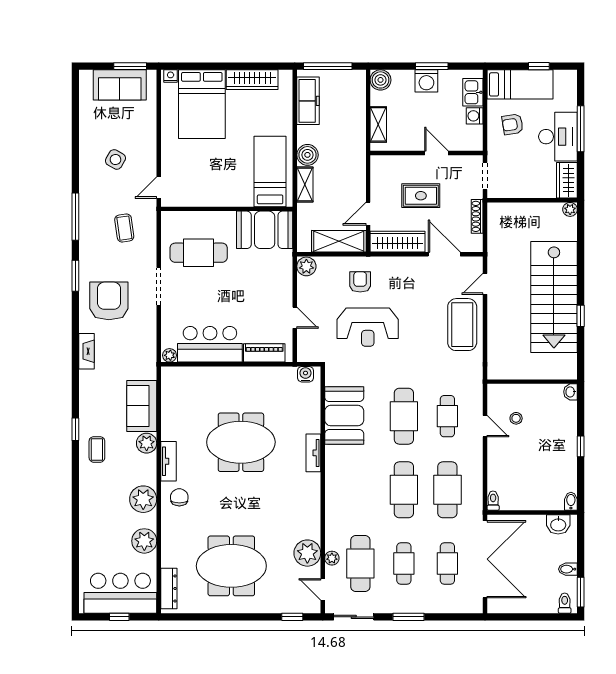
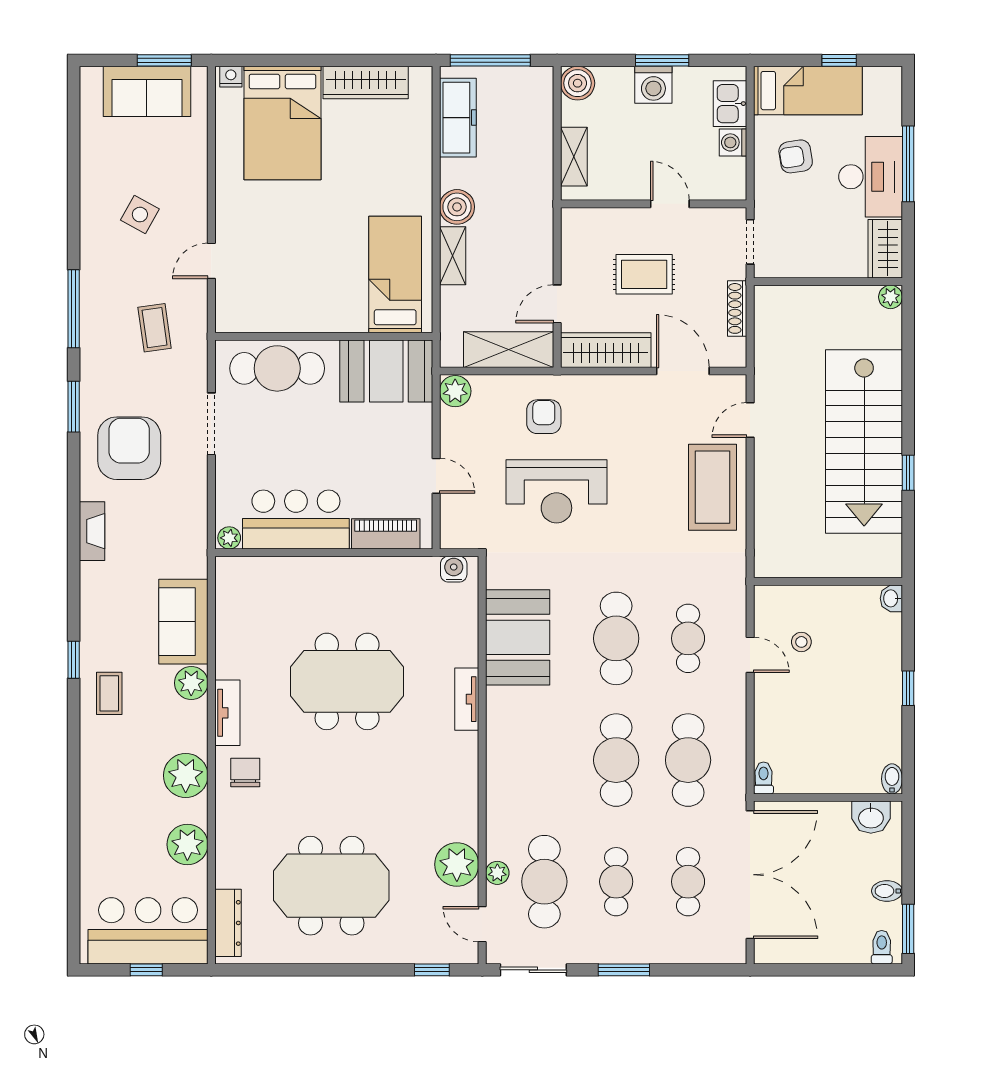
bed: (270, 171) -> (395, 275), moved
wall: (227, 209) -> (324, 336), moved
booth: (265, 230) -> (386, 371), moved

